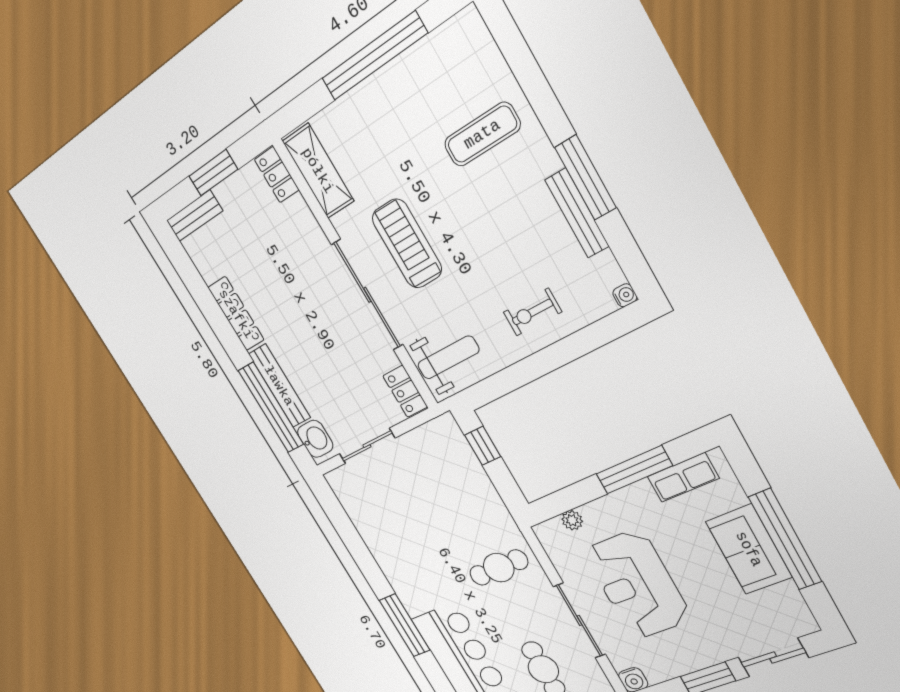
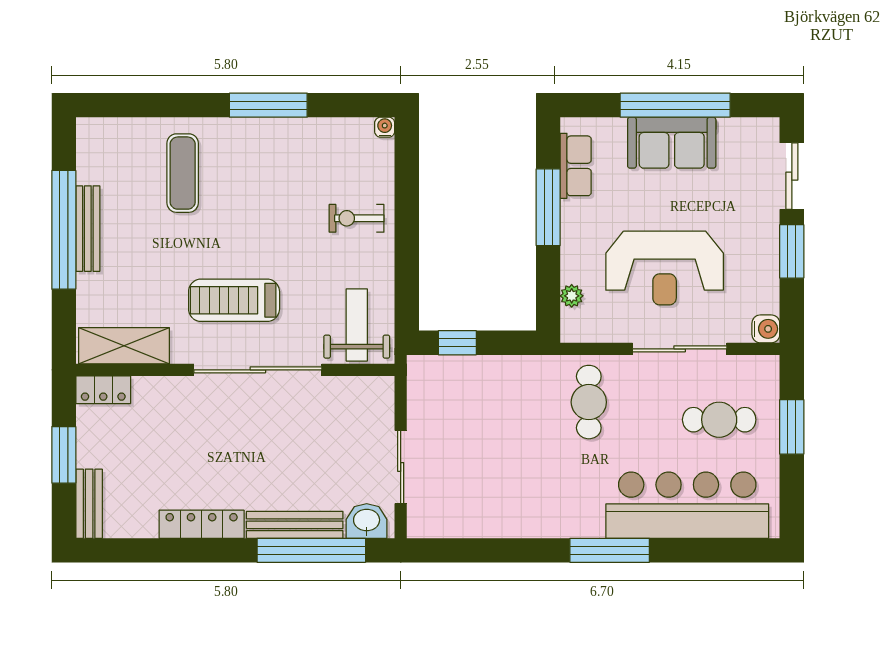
bench: (577, 213) -> (88, 229), moved, turned 90
exercise bike: (532, 312) -> (357, 218), turned 90
locker: (405, 391) -> (367, 390), removed

